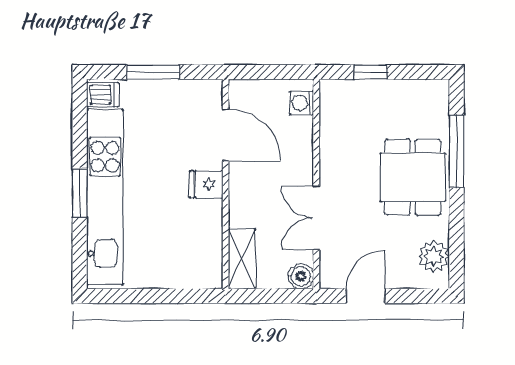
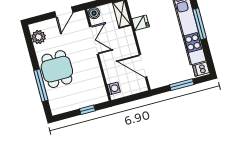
fridge: (206, 184) -> (141, 23), moved
window: (80, 193) -> (200, 24), width x1.44

